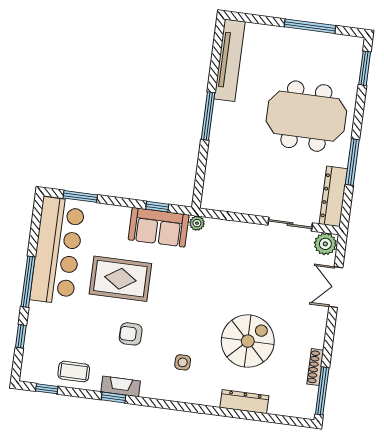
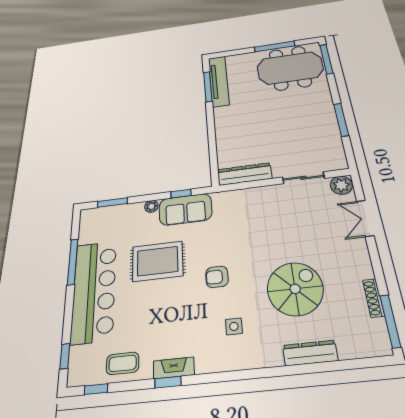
window: (365, 68) -> (326, 59), width x1.44
window: (208, 116) -> (208, 87), moved
meeting table: (306, 116) -> (290, 68), moved
dresser: (333, 196) -> (245, 174), moved, turned 90
plant: (197, 223) -> (151, 206), moved
bar counter: (57, 251) -> (94, 291), moved
window: (28, 282) -> (73, 262), moved
armchair: (131, 334) -> (217, 277), moved
window: (21, 336) -> (65, 356), moved

